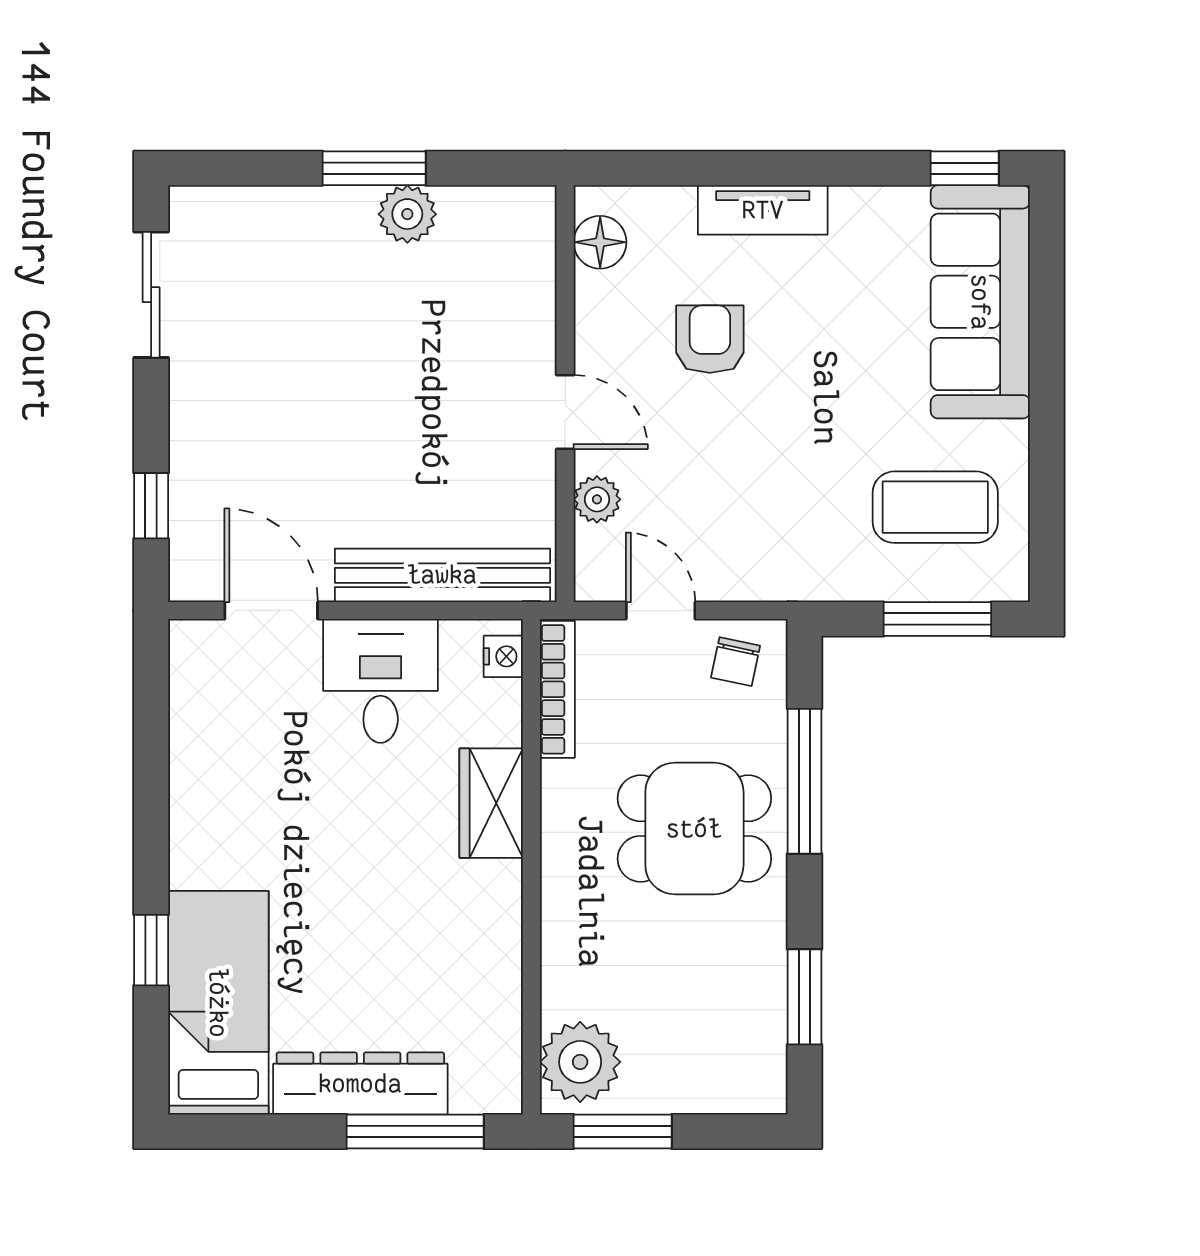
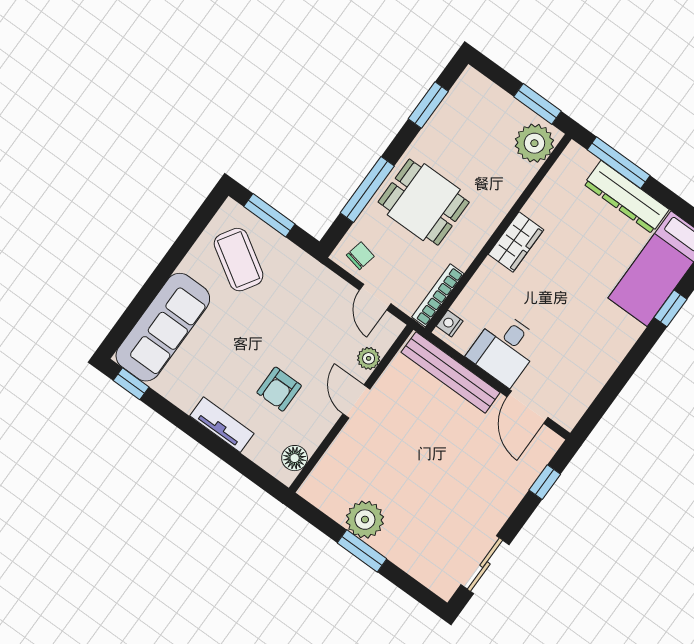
plant: (407, 214) -> (365, 520), width x1.36, depth x1.36
coffee table: (935, 507) -> (239, 260), turned 32
wardrobe: (491, 803) -> (516, 242), moved

